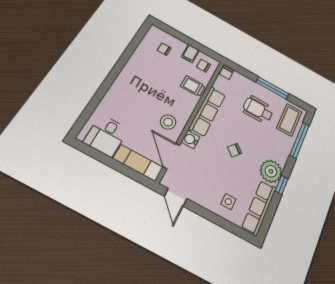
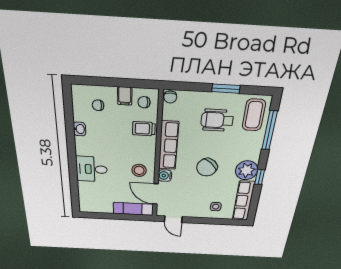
washbasin: (136, 59) -> (79, 129), added
window: (272, 88) -> (226, 89), width x0.69
desk: (106, 135) -> (92, 169), moved, turned 90
chair: (235, 150) -> (207, 167), width x1.87, depth x1.87

